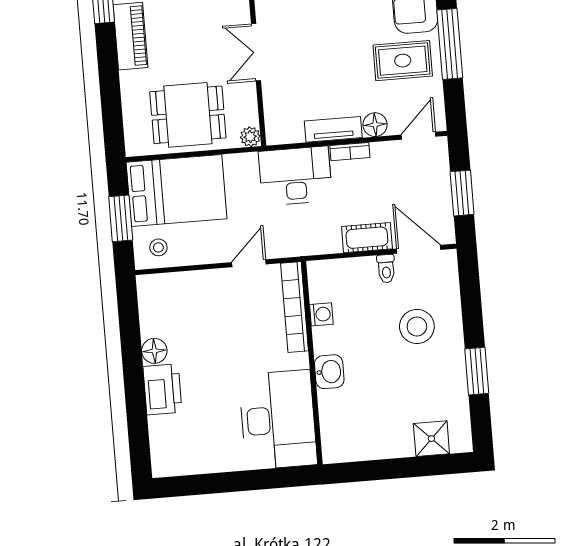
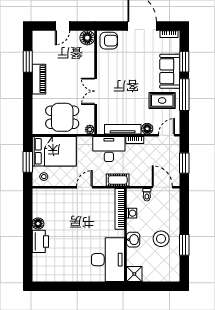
tv unit: (333, 129) -> (123, 129), width x1.41
cot: (367, 238) -> (118, 180), moved
bookcase: (295, 307) -> (120, 209), moved
washing machine: (321, 314) -> (132, 213), moved
stool: (417, 326) -> (161, 239), moved
wall: (312, 363) -> (126, 235), moved
washbasin: (329, 372) -> (133, 240), moved
desk: (278, 420) -> (108, 260), moved
shower: (431, 439) -> (134, 274), moved

